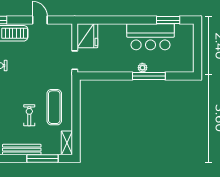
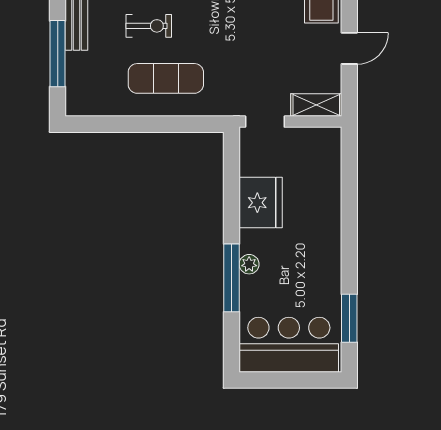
fridge: (87, 36) -> (261, 203), moved, turned -90
bar counter: (150, 37) -> (289, 345), moved, turned 90
shelving: (67, 143) -> (316, 105), moved

